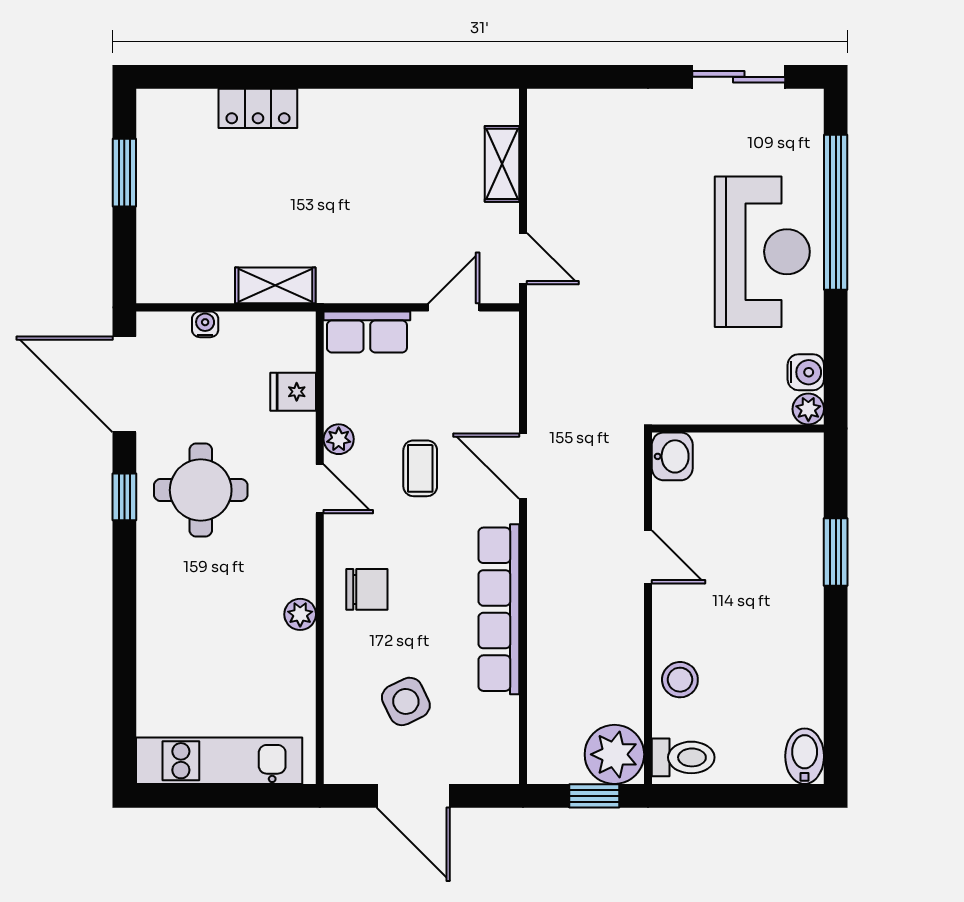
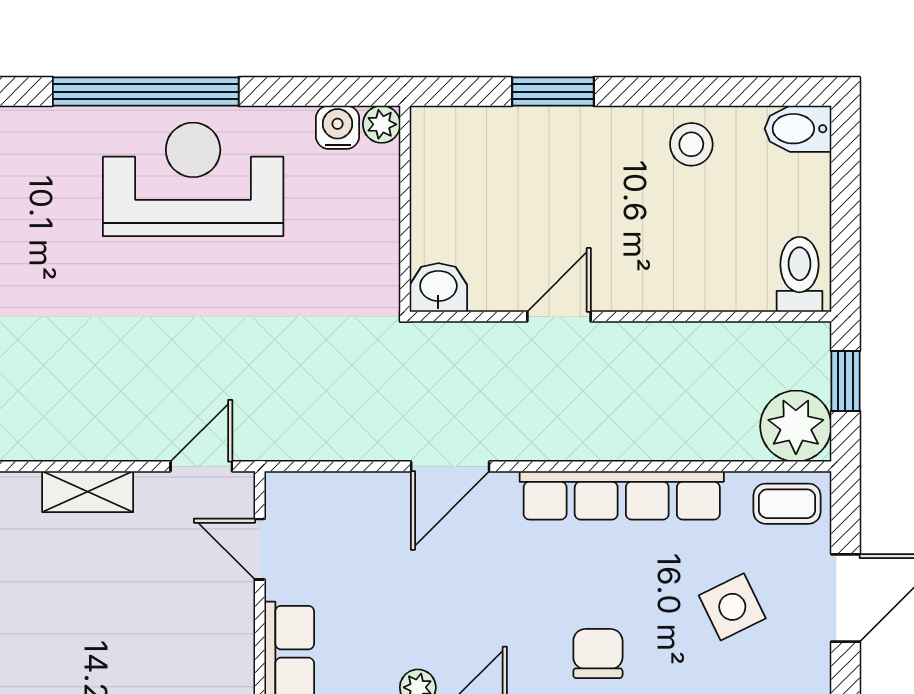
coffee table: (420, 468) -> (787, 504), moved
stool: (680, 680) -> (691, 144), moved
plant: (614, 754) -> (796, 426), moved

